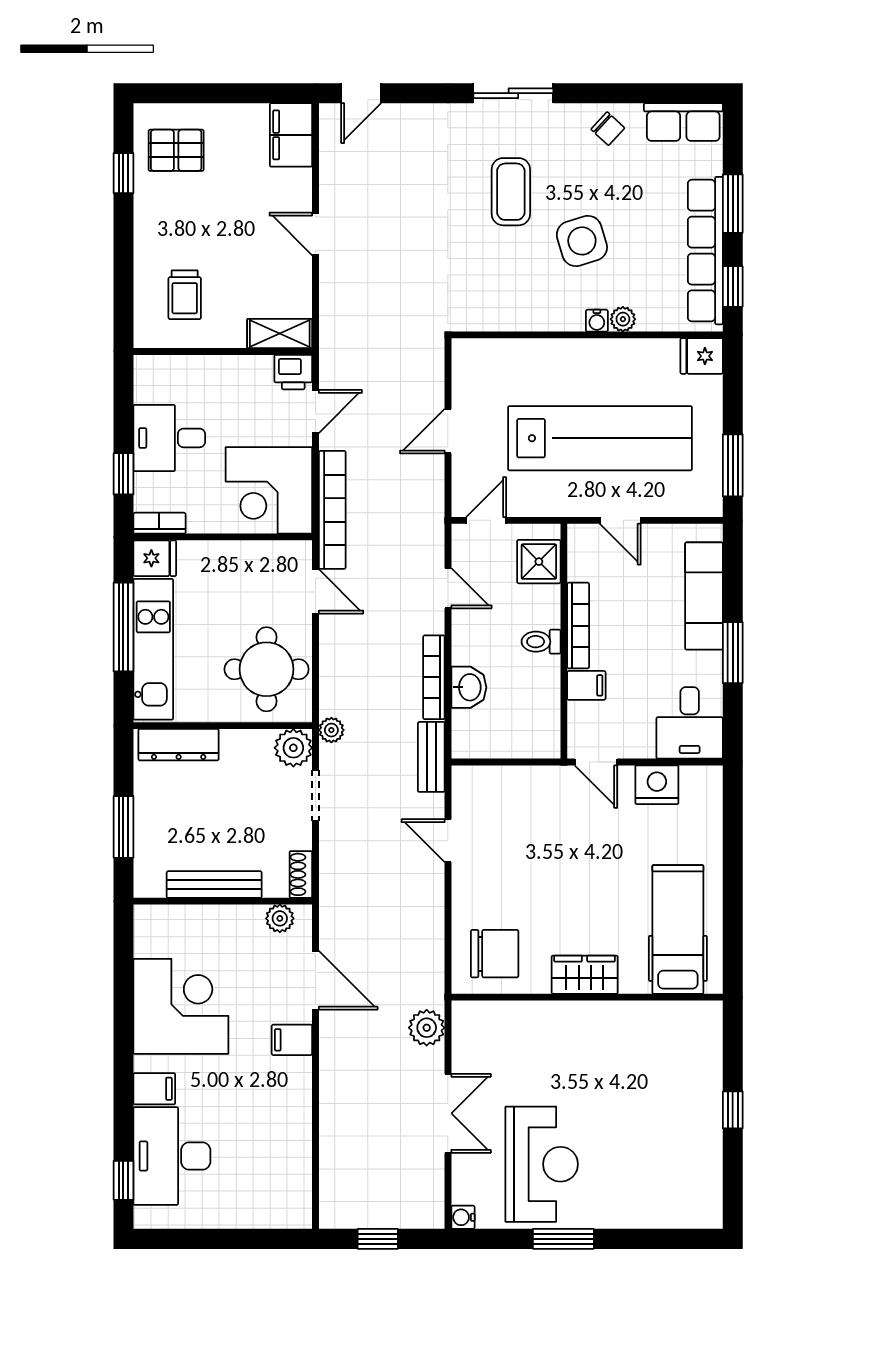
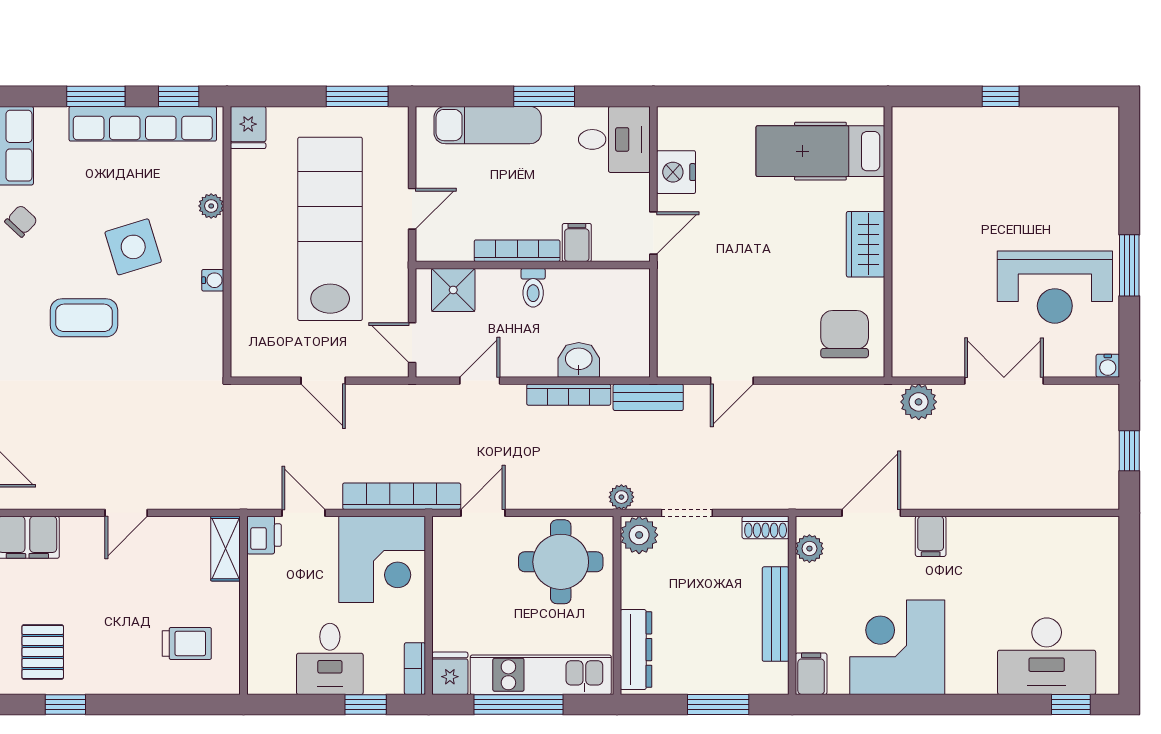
water cooler: (597, 321) -> (213, 280), moved
filing cabinet: (154, 1089) -> (811, 674), moved
reception desk: (542, 1164) -> (1055, 287), turned 180

